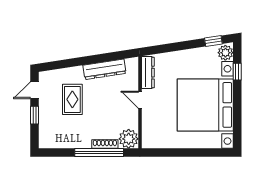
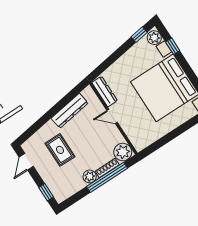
window: (34, 115) -> (46, 192), moved
plant: (84, 141) -> (90, 176), added

